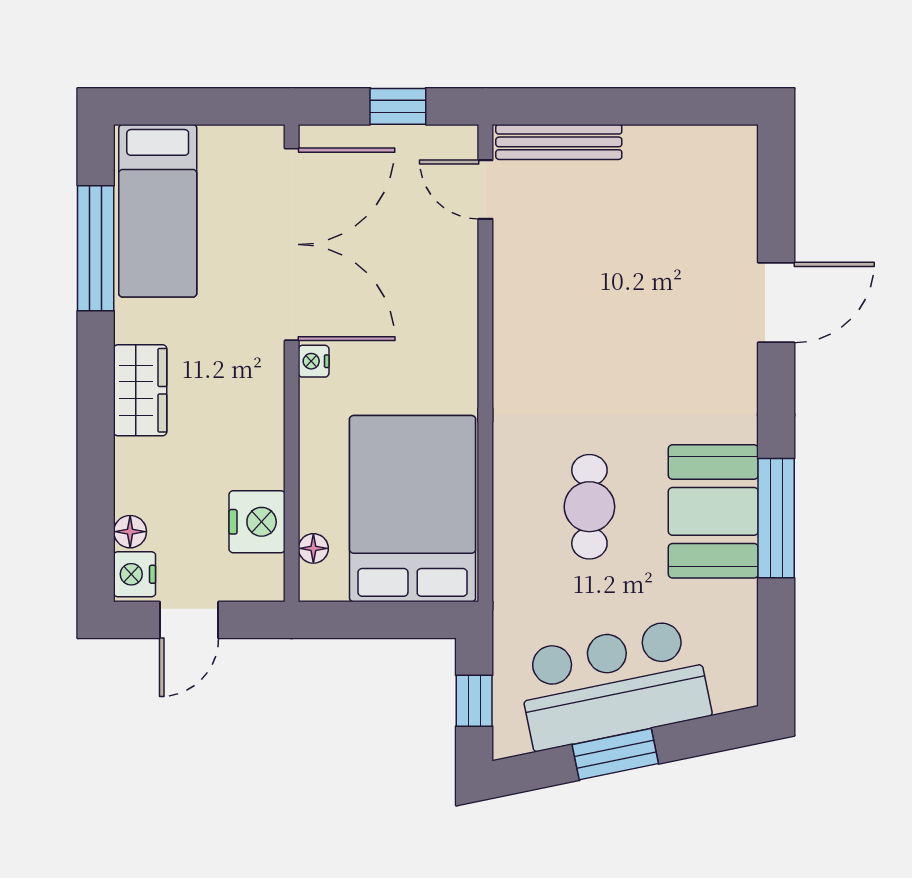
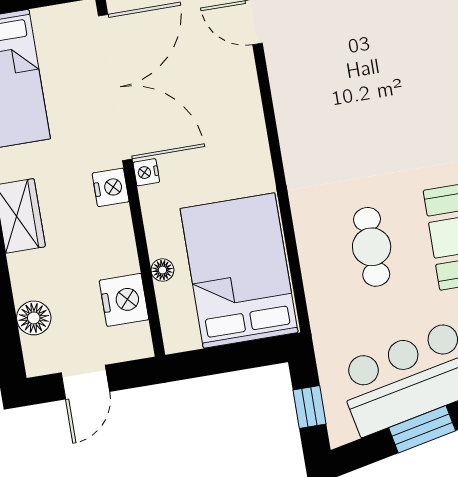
floor lamp: (130, 532) -> (34, 318), width x1.37, depth x1.37
floor lamp: (313, 548) -> (162, 270), moved
nightstand: (135, 574) -> (111, 187), moved, turned 180

